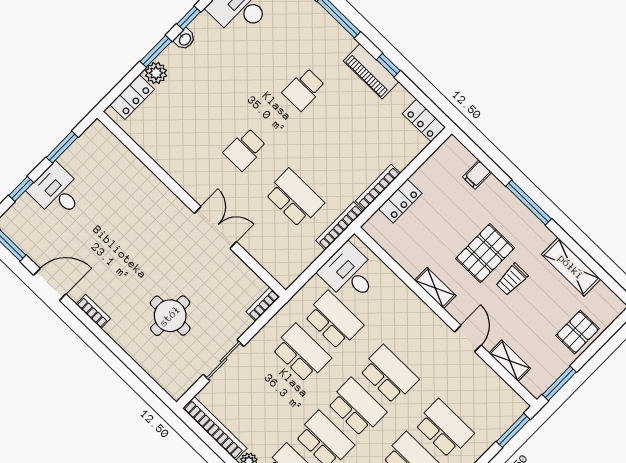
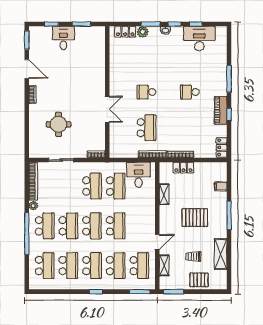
trolley: (512, 279) -> (193, 256), moved
shelving: (435, 288) -> (164, 194), moved
school desk: (476, 396) -> (139, 266), added

